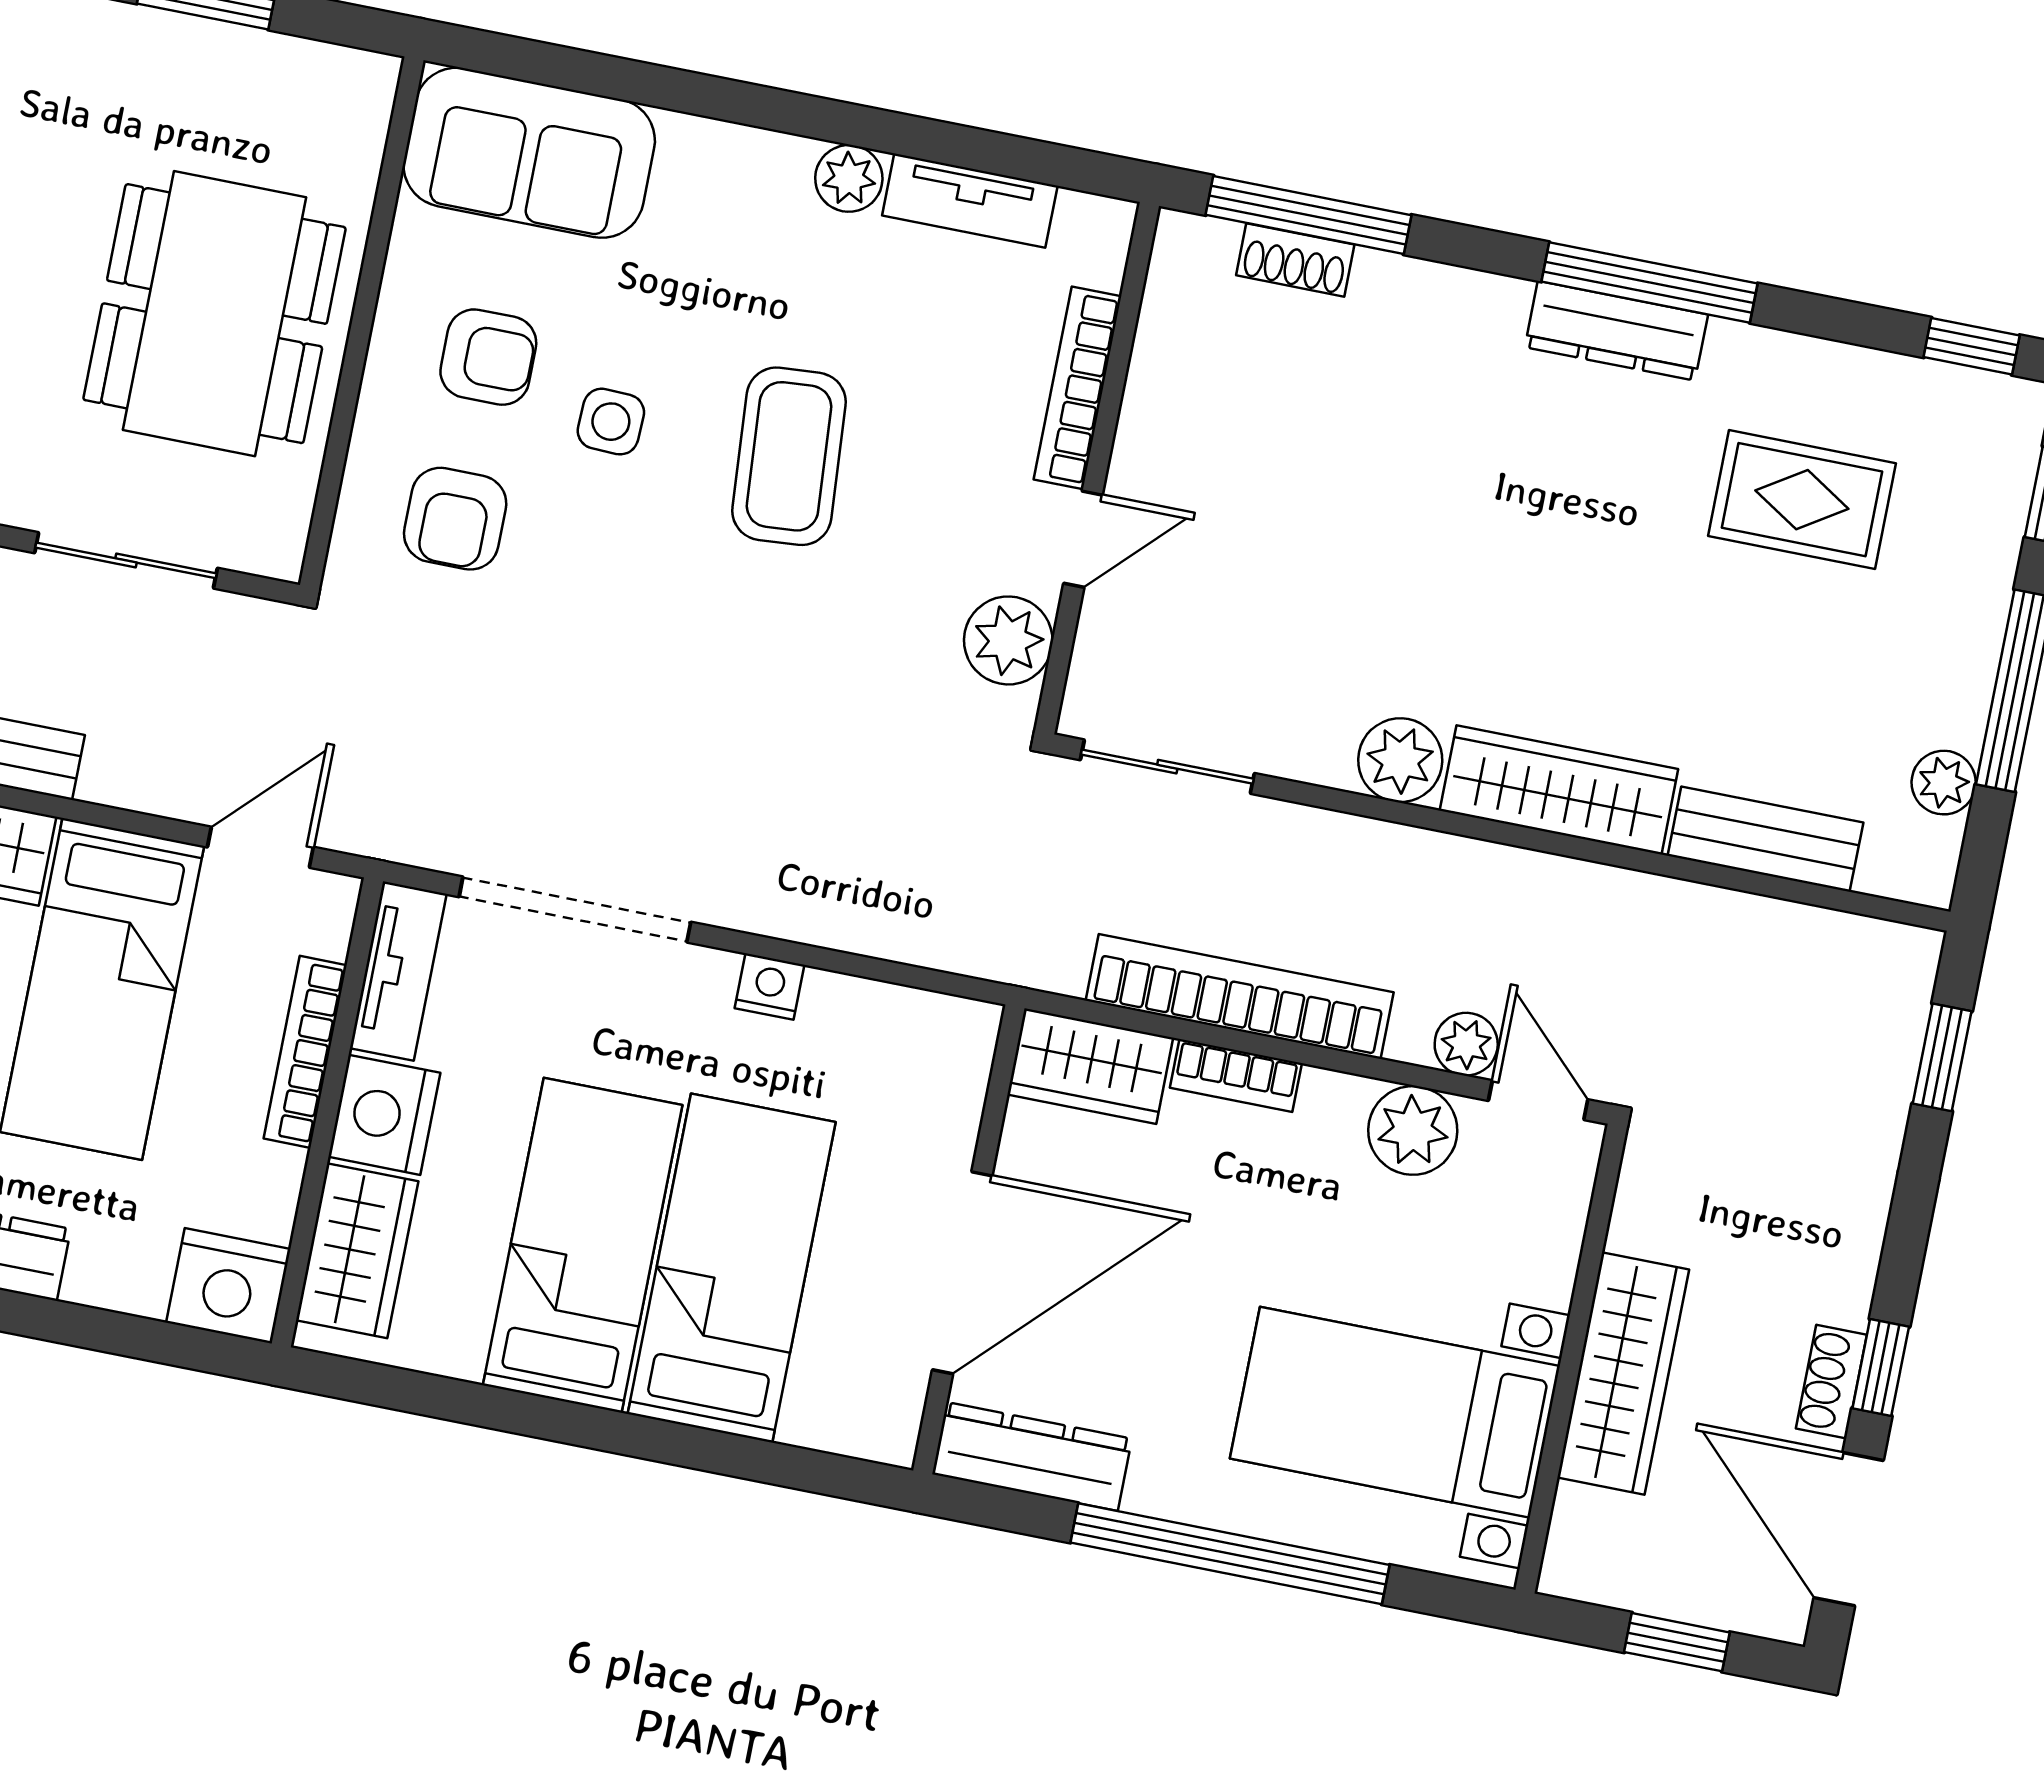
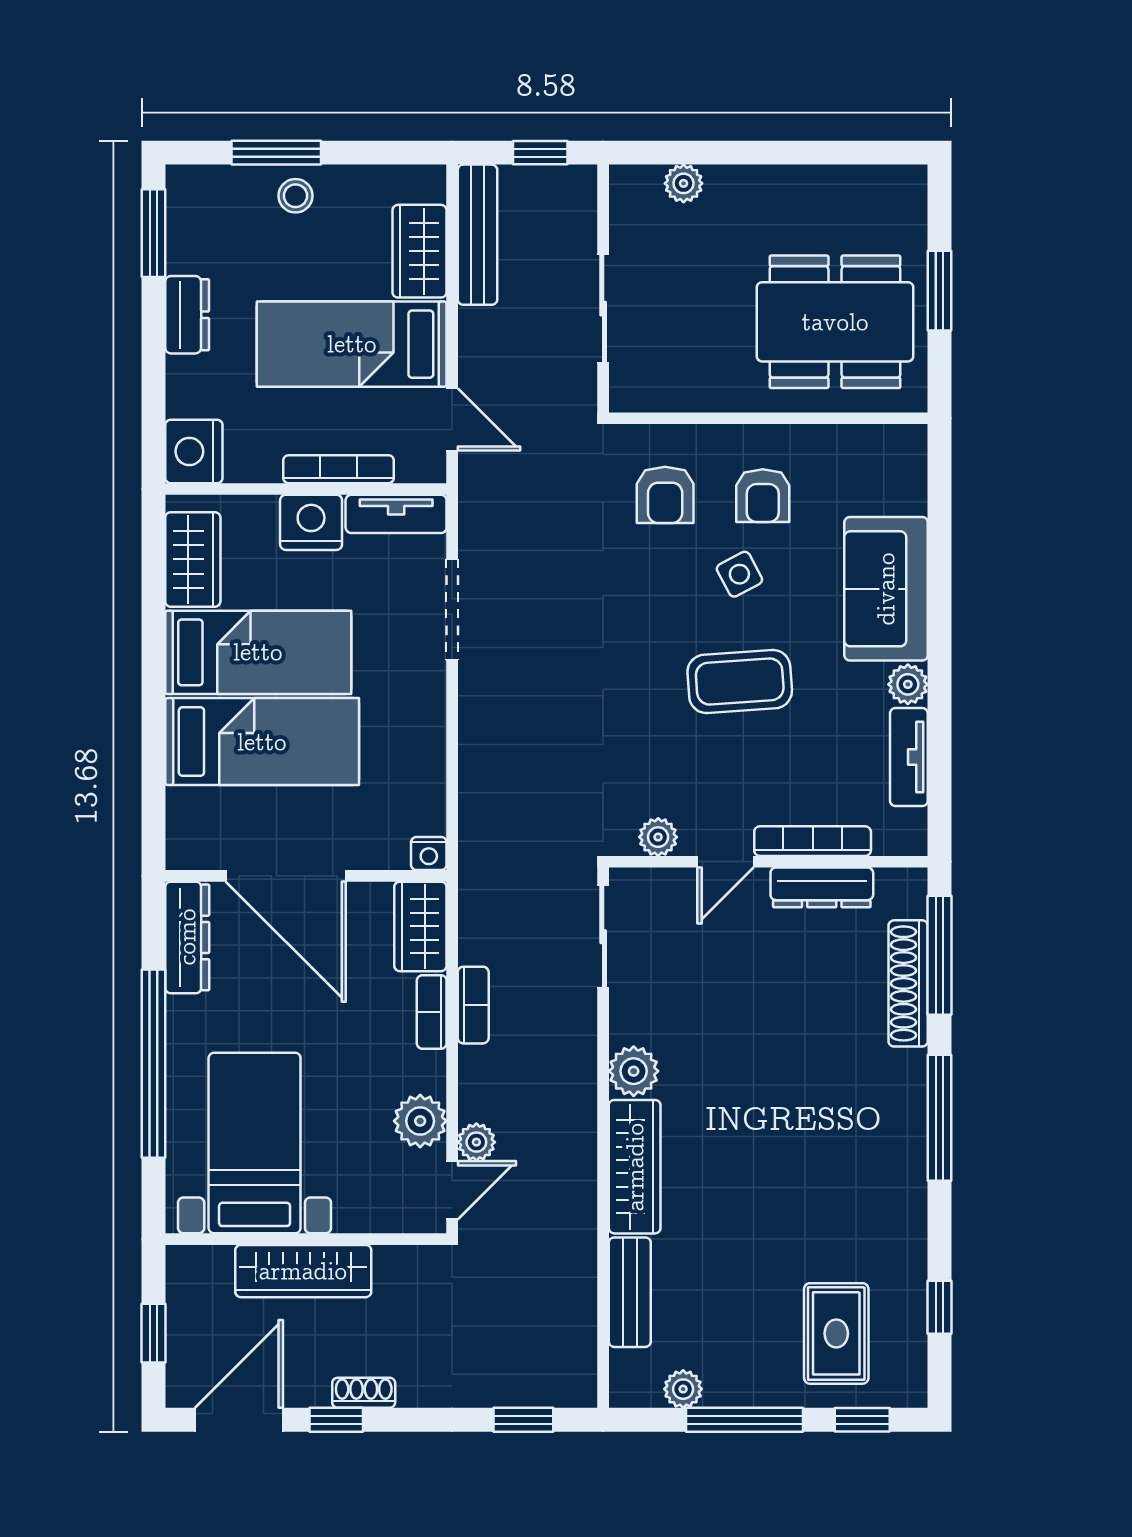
sofa: (529, 153) -> (886, 589), moved
shoe rack: (1295, 260) -> (908, 983), width x1.94, depth x1.24
window: (1649, 282) -> (939, 1118), moved
dining table: (215, 314) -> (835, 322), moved
dresser: (1616, 331) -> (822, 887), moved, turned -90
window: (1972, 346) -> (939, 1307), moved
side table: (611, 422) -> (739, 574), turned -30
rug: (1802, 500) -> (836, 1333), moved
armchair: (455, 519) -> (665, 495), turned -90
door: (1083, 539) -> (725, 862), hinge flipped
plant: (1008, 640) -> (658, 837), width x0.73, depth x0.73
doorway: (575, 909) -> (452, 609), width x0.73
nightstand: (770, 986) -> (429, 853), moved, turned 90
bookcase: (1240, 997) -> (473, 1005), width x0.43, depth x0.76
wardrobe: (357, 1251) -> (193, 559), moved, turned -90
shoe rack: (1831, 1382) -> (364, 1393), moved

